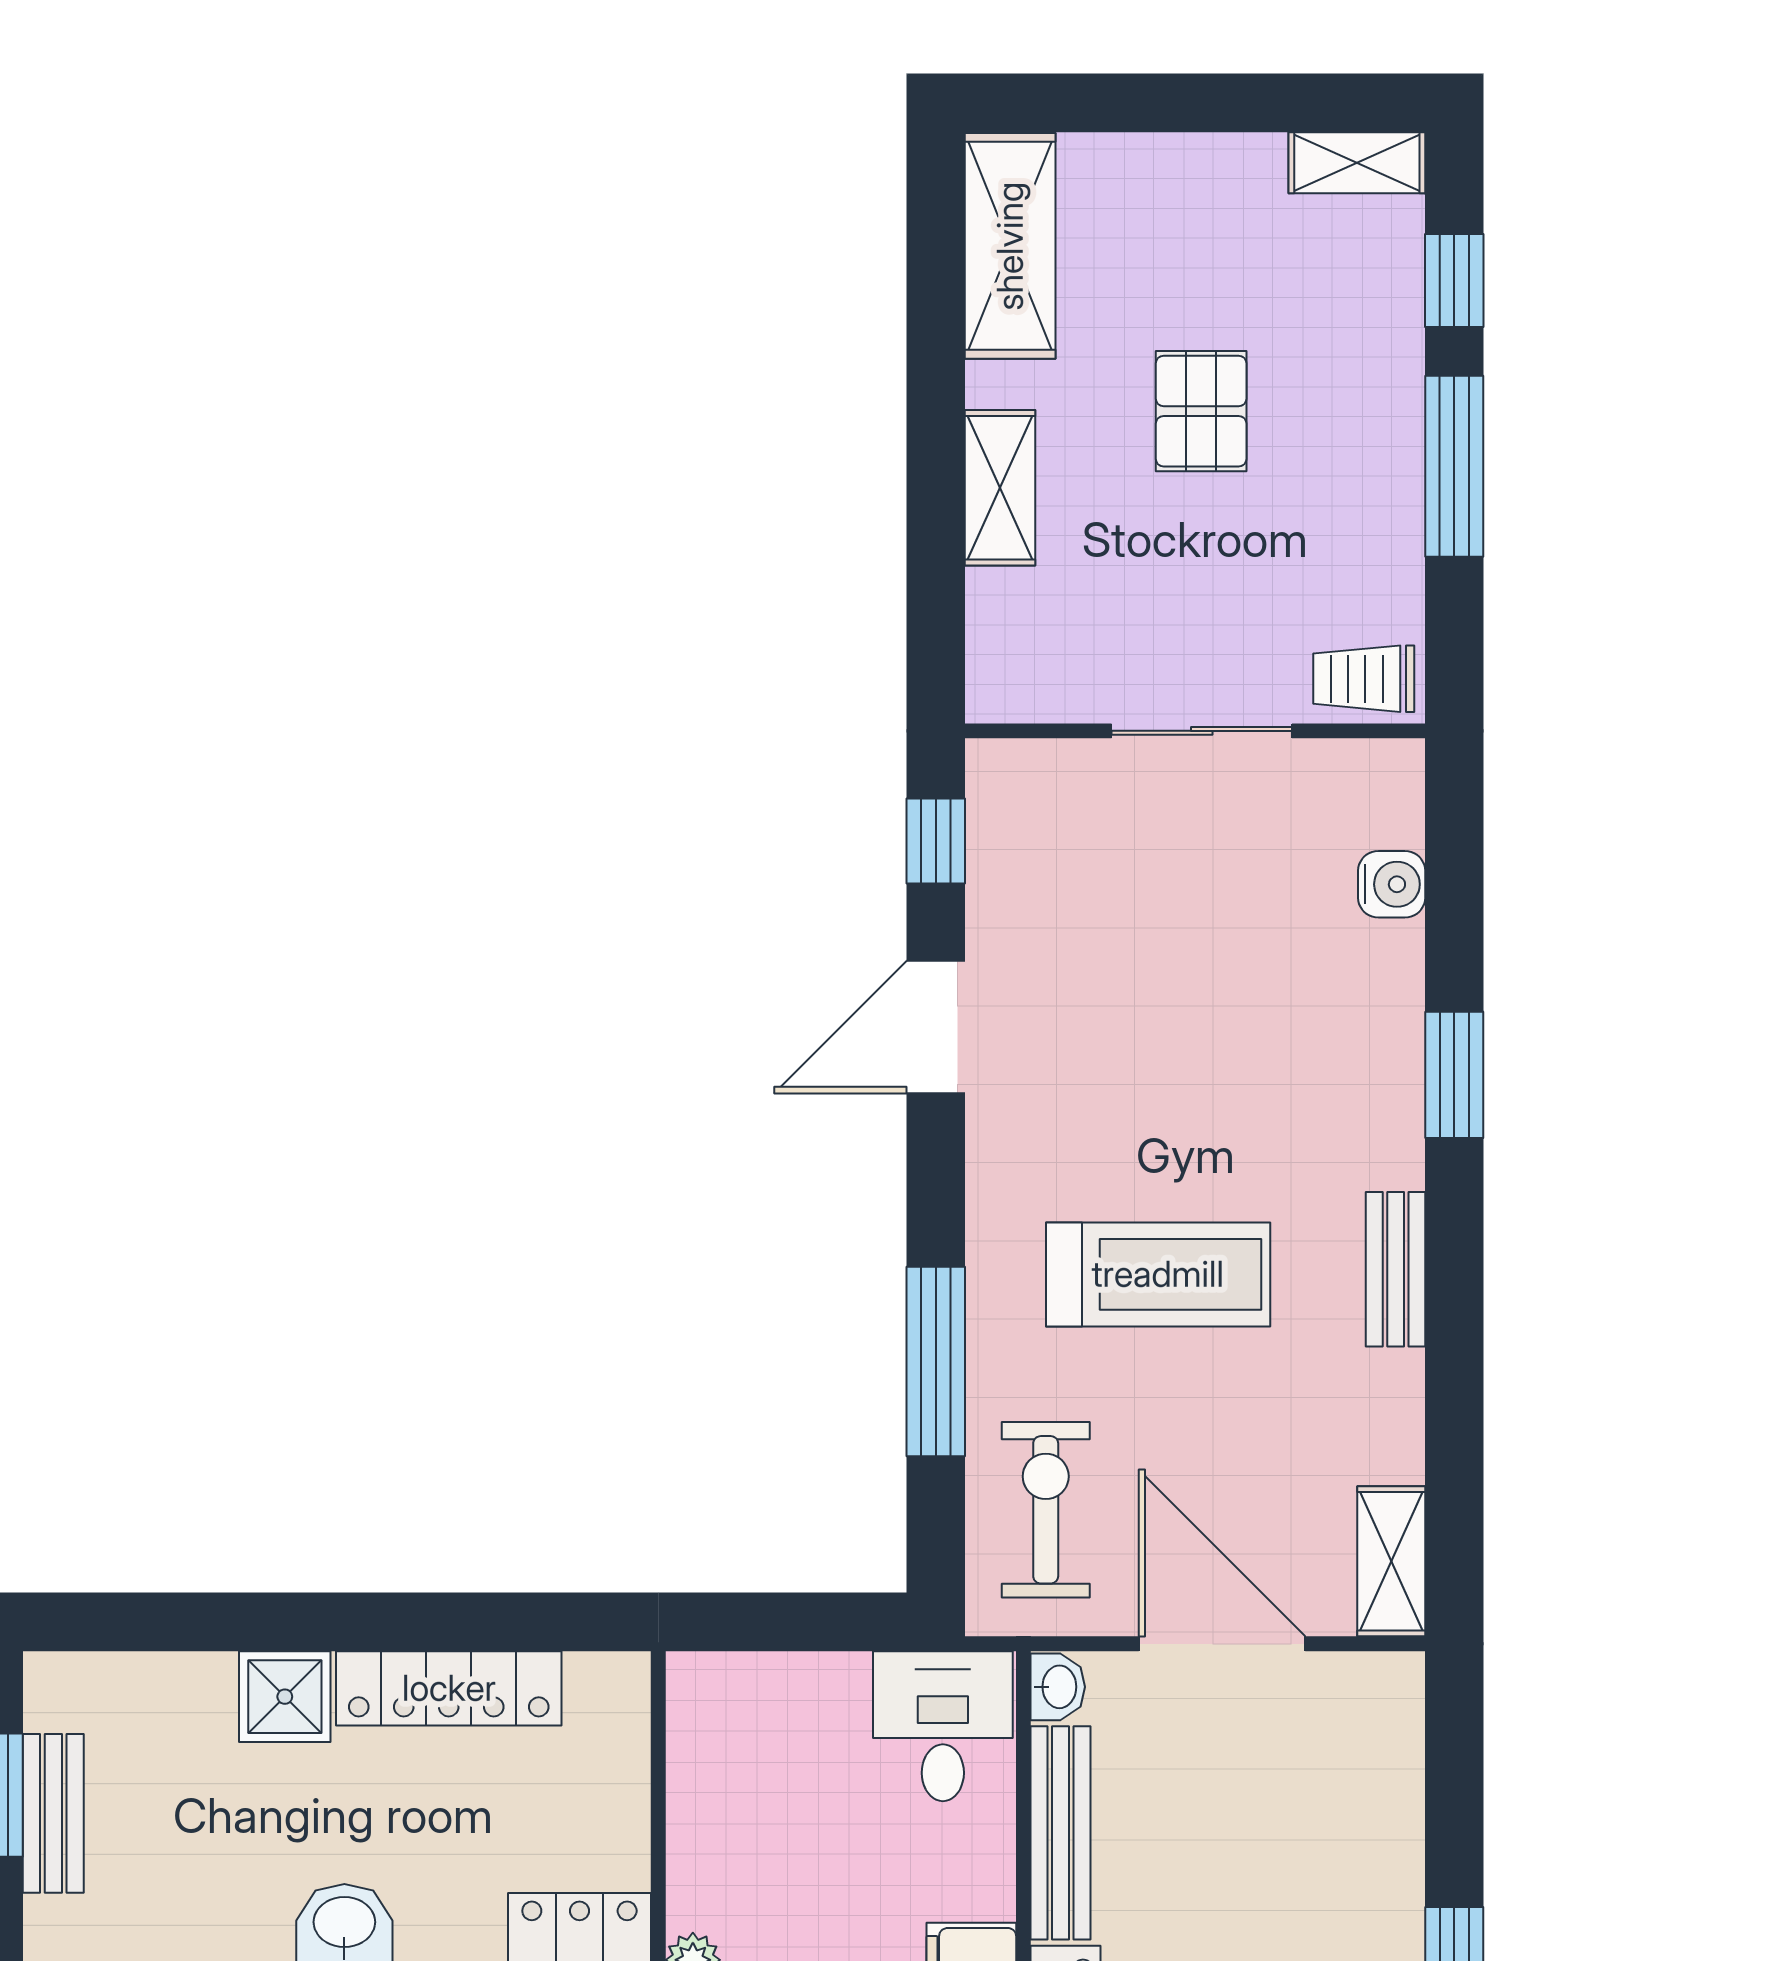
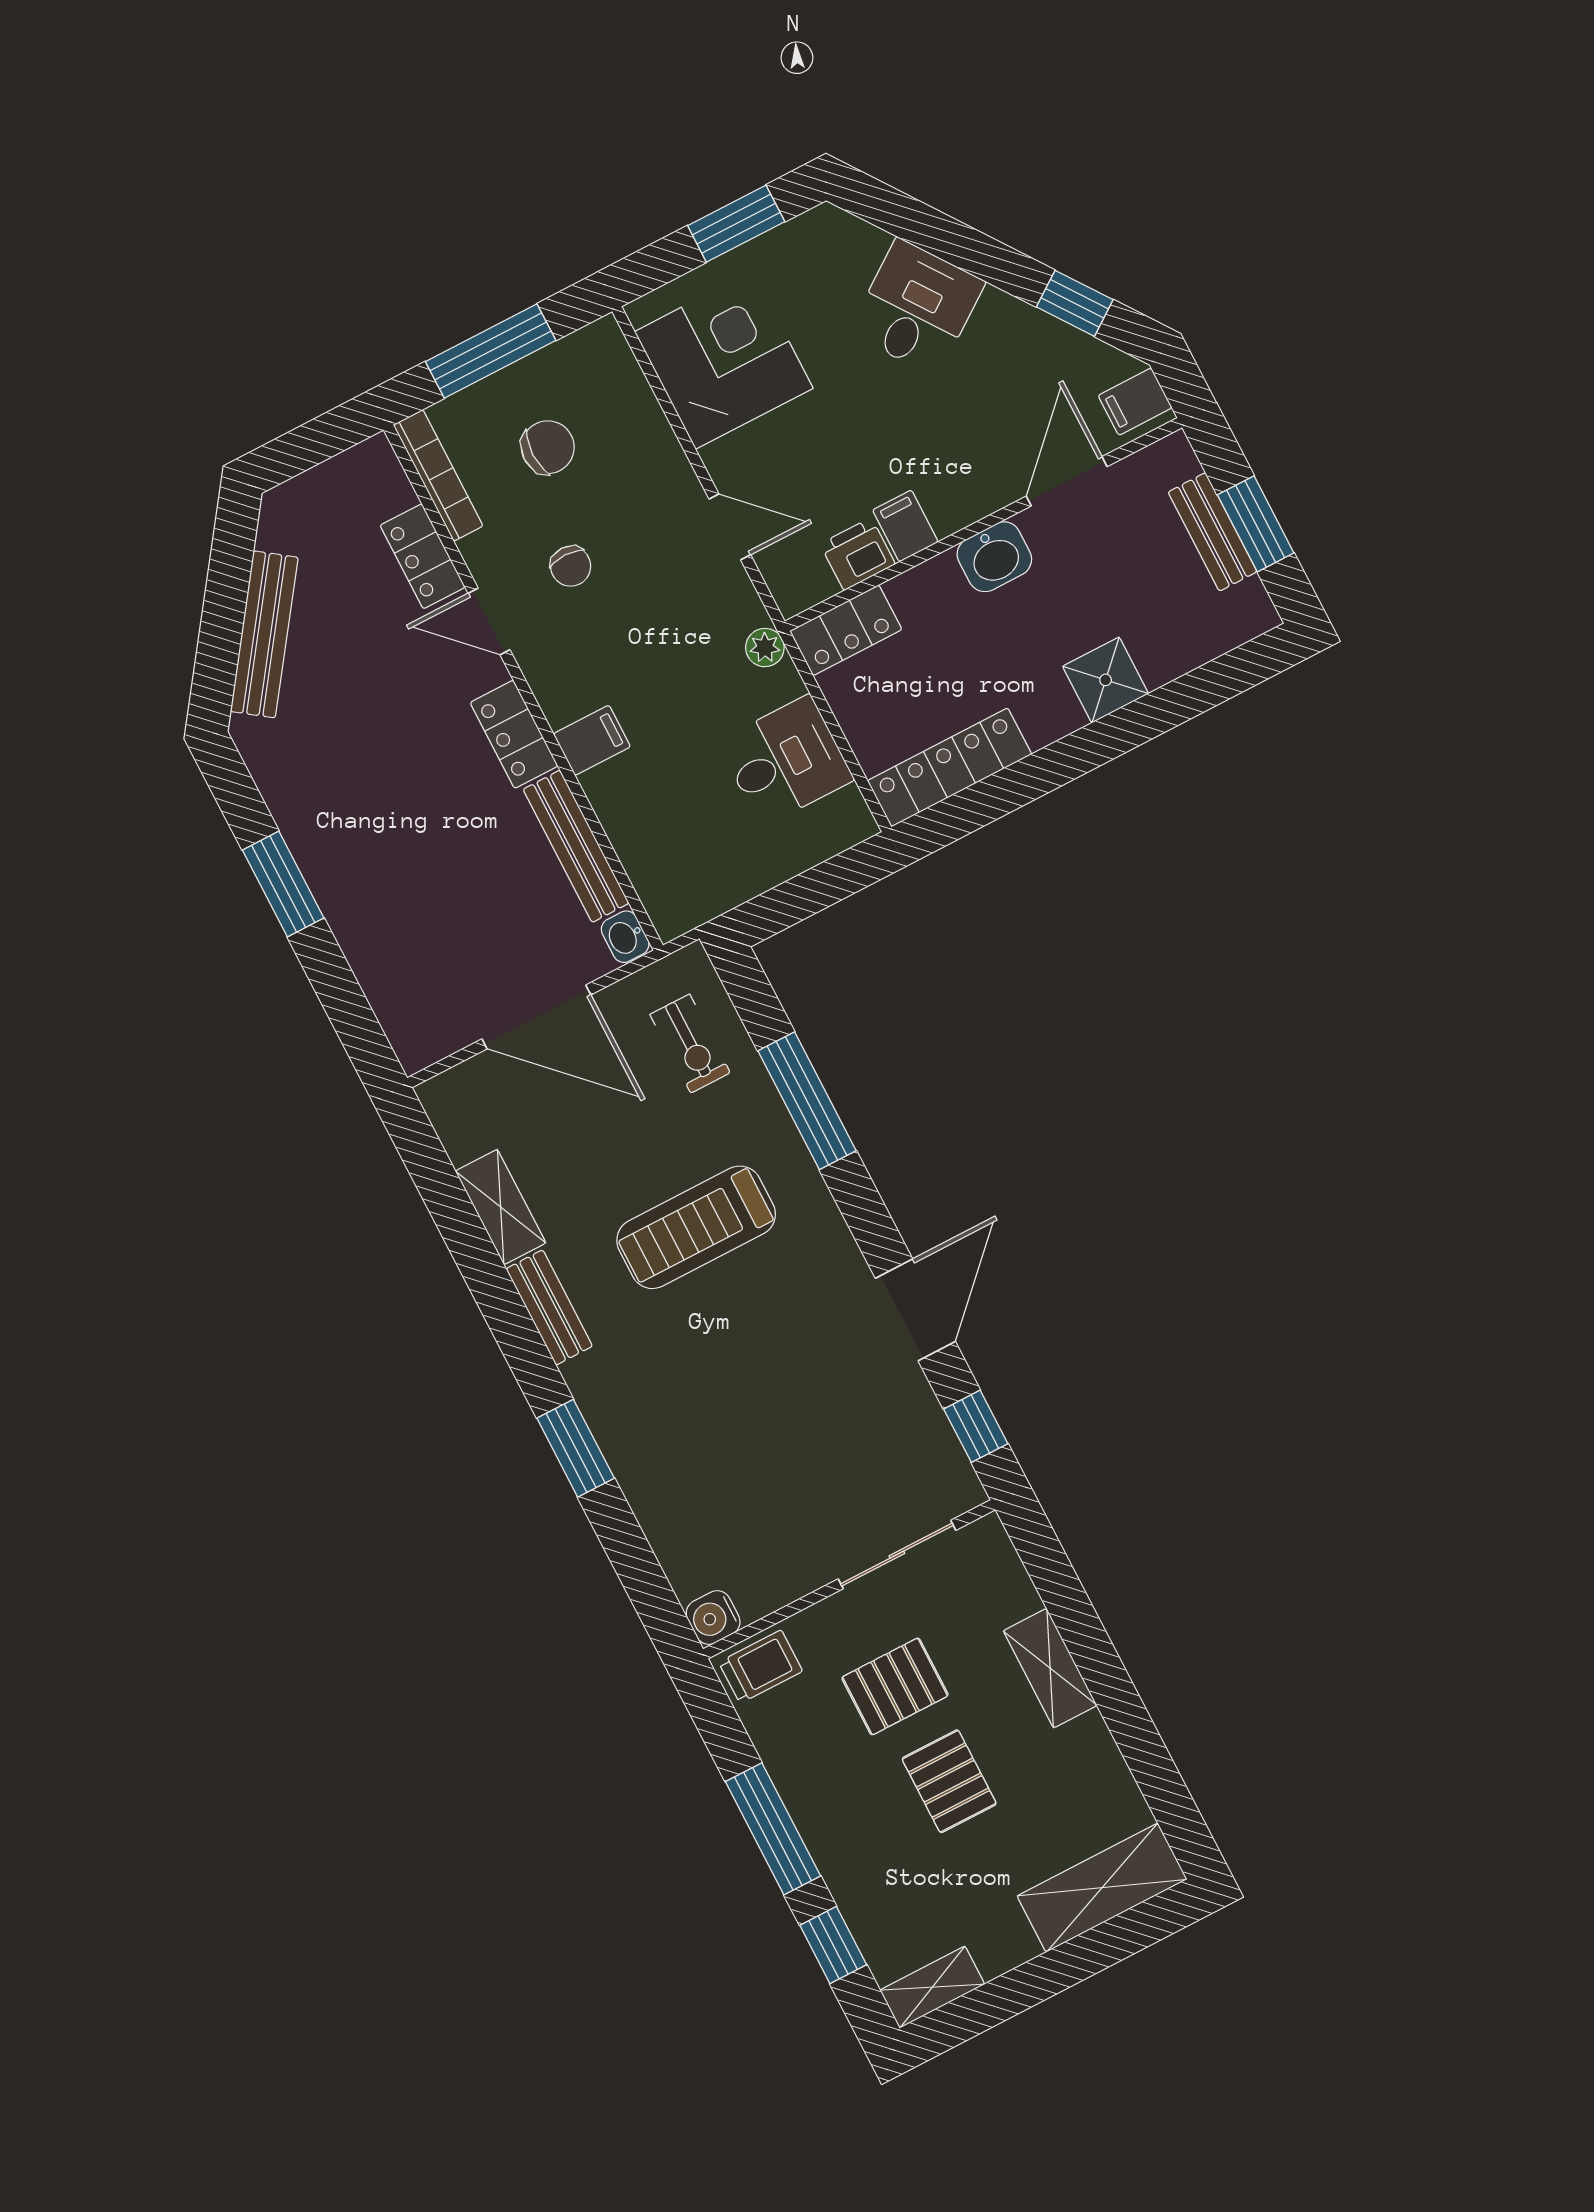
shelving: (1010, 246) -> (1102, 1888), moved, turned 90
pallet: (1207, 566) -> (895, 1686), added
sliding door: (1202, 731) -> (897, 1555), moved
water cooler: (1392, 884) -> (713, 1618), moved
exercise bike: (1046, 1510) -> (690, 1044), width x0.73, depth x0.72
shelving: (1391, 1561) -> (501, 1207), moved
locker: (449, 1688) -> (950, 767), moved
desk: (943, 1726) -> (786, 761), moved, turned -90

